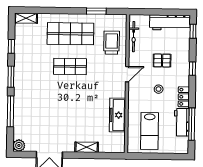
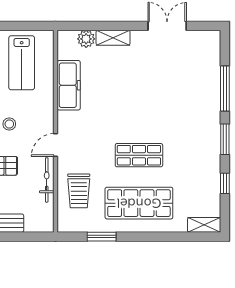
bicycle: (134, 37) -> (47, 180), moved
lab bench: (150, 131) -> (22, 63), turned 180
plant: (19, 145) -> (86, 39), moved

